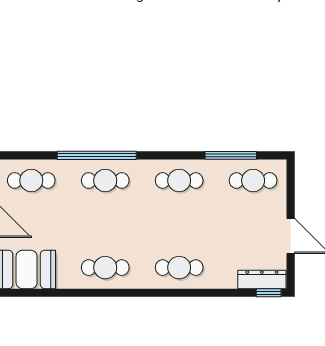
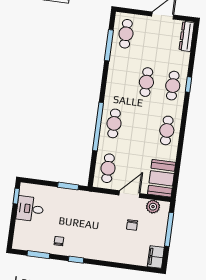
cafe table: (179, 180) -> (146, 82), moved
window: (269, 293) -> (188, 85), moved

